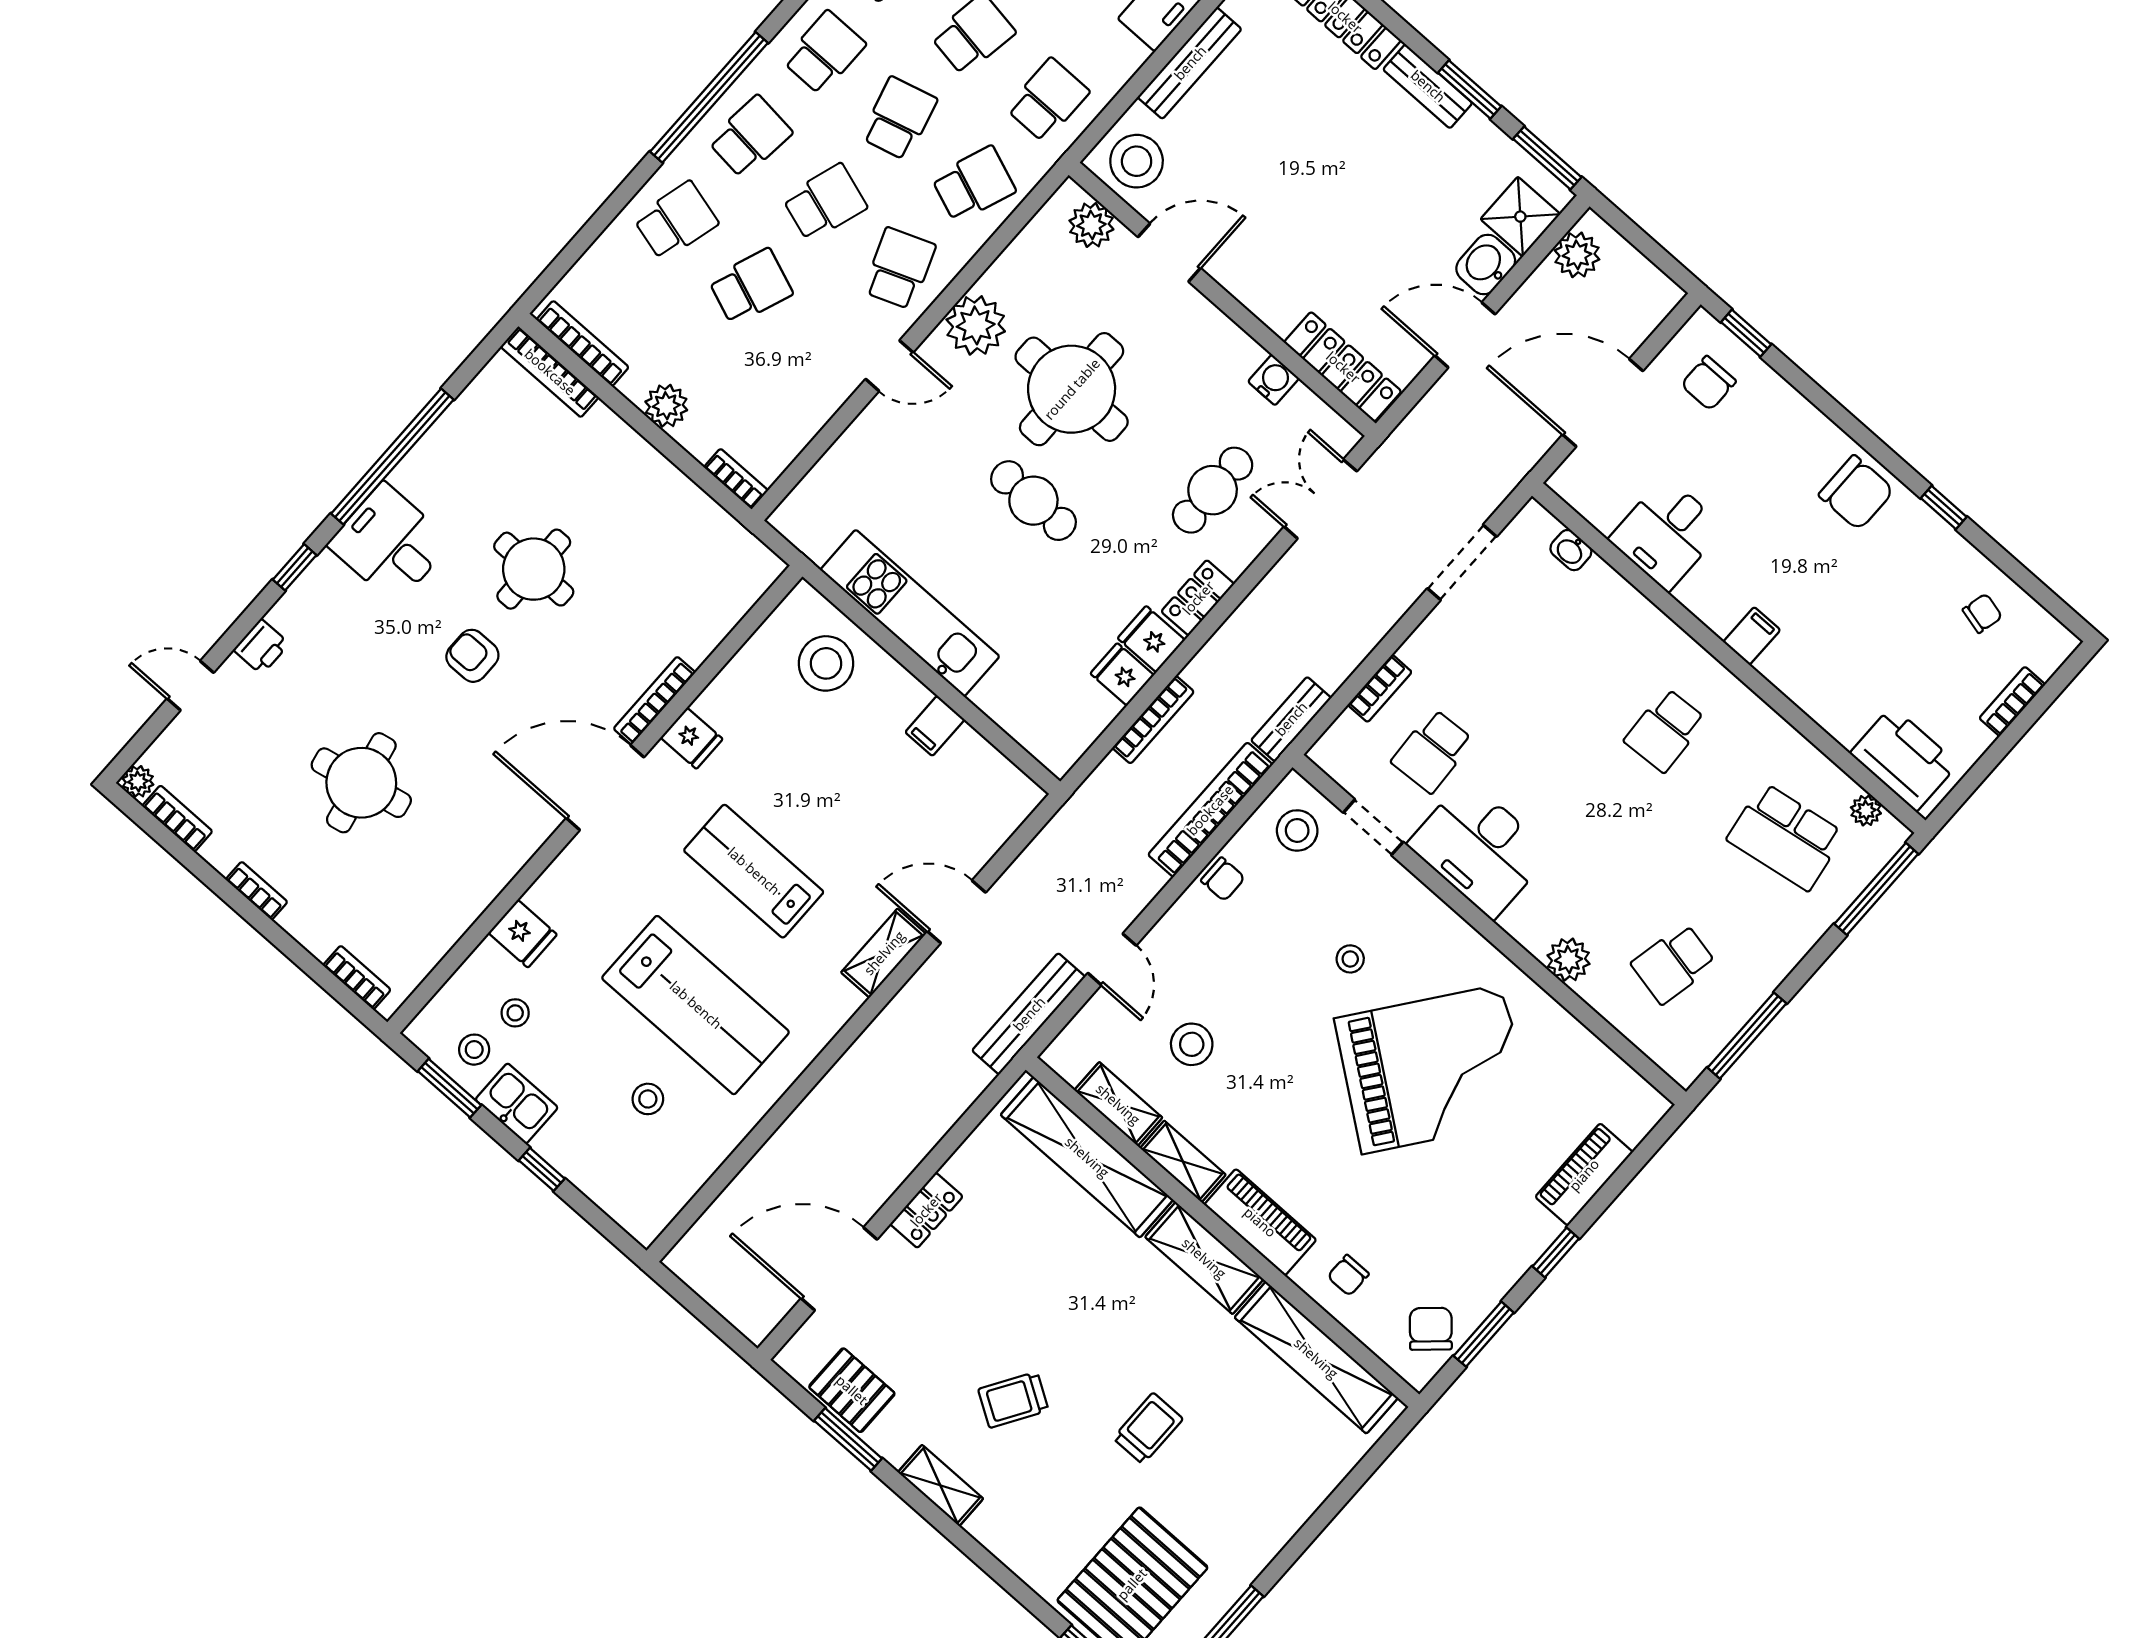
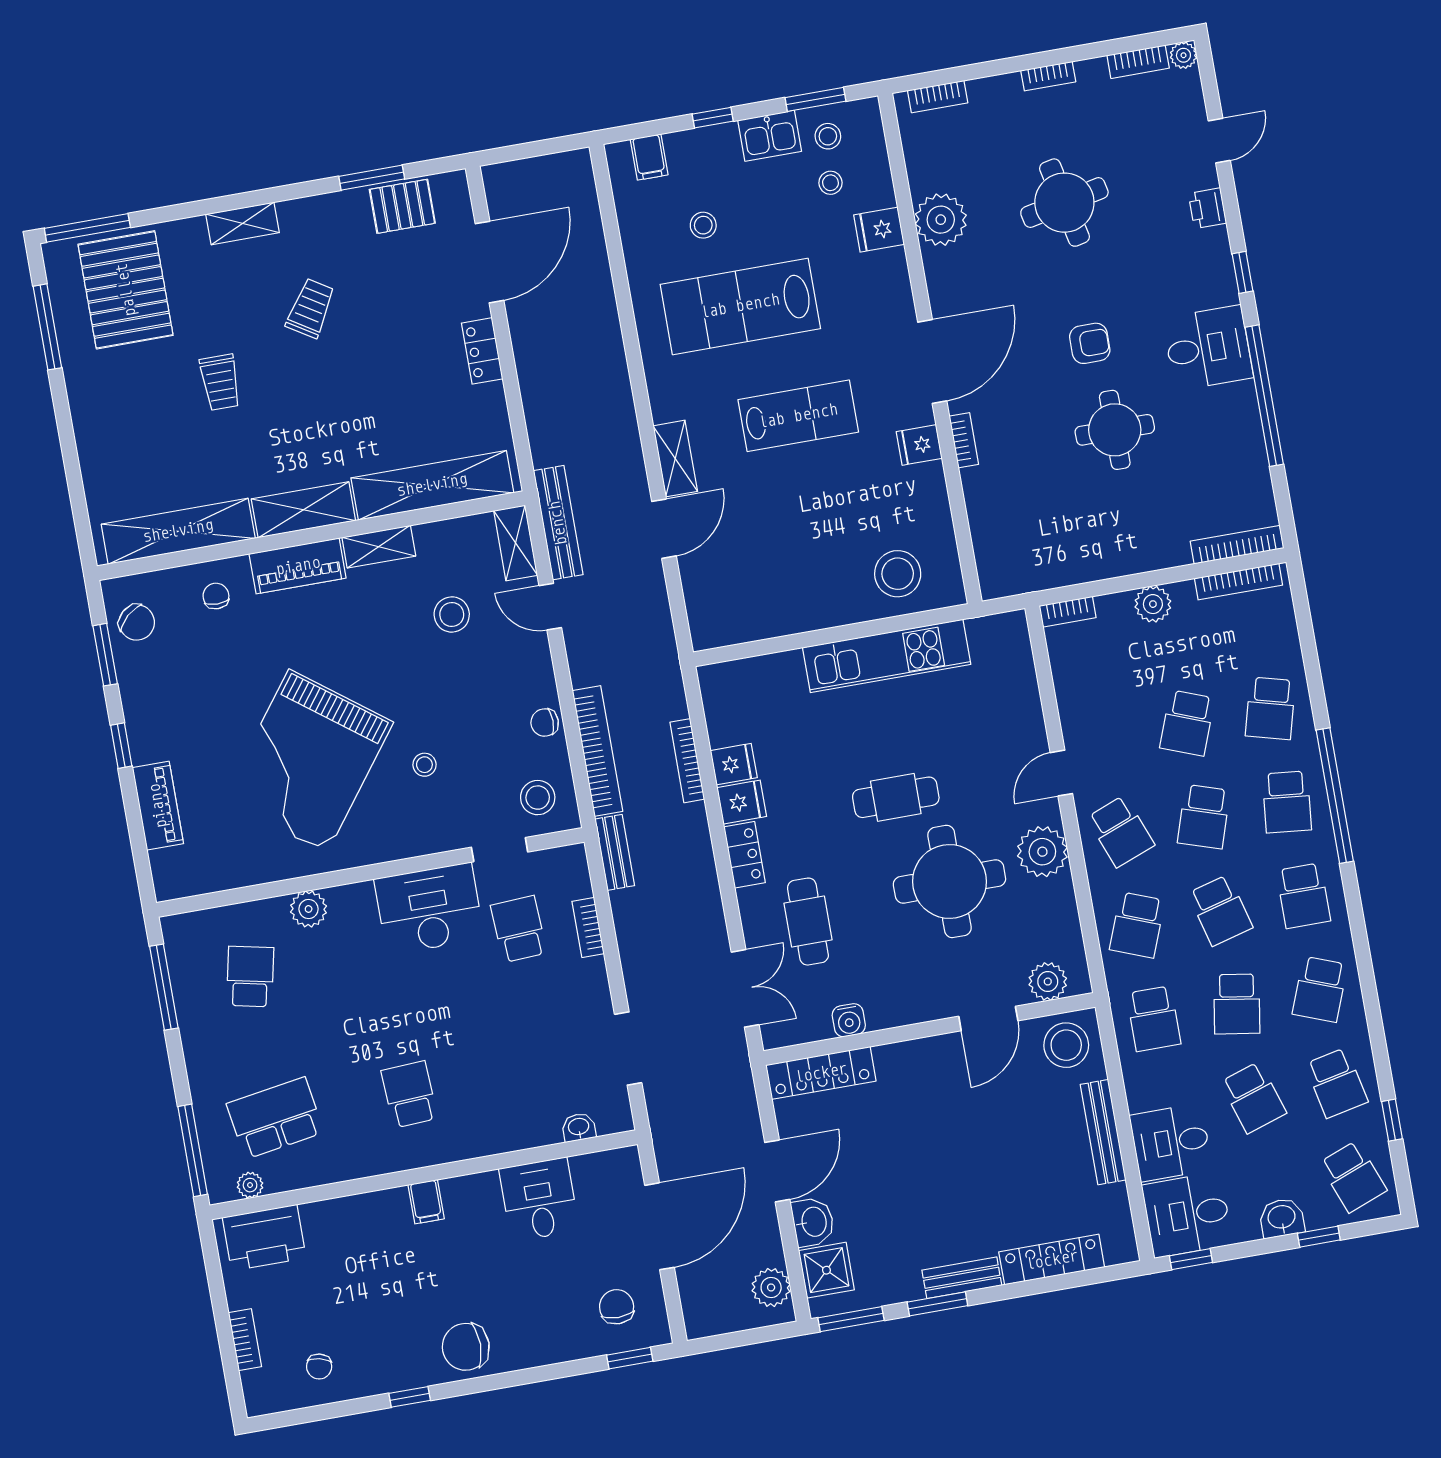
bookcase: (654, 701) -> (964, 440), width x0.64
filing cabinet: (935, 726) -> (649, 157), moved, turned 180
plant: (468, 884) -> (941, 220), added
shelving: (1118, 1104) -> (516, 543), moved, turned 90
shelving: (940, 1485) -> (243, 223), moved

